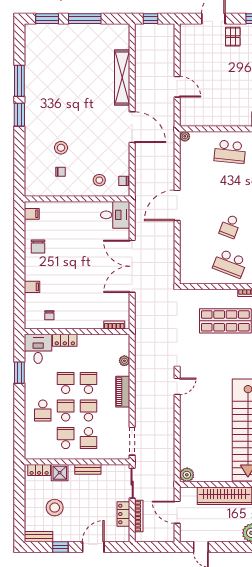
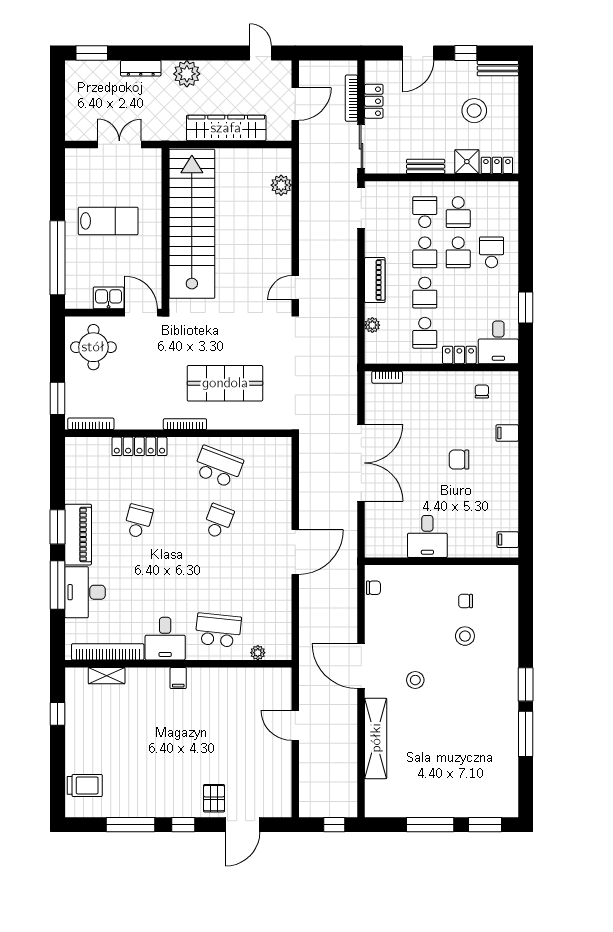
plant: (185, 136) -> (258, 653), moved
stool: (99, 180) -> (415, 680), moved
desk: (115, 215) -> (427, 536), moved, turned -90
chair: (38, 246) -> (459, 460), moved, turned -90
school desk: (66, 383) -> (425, 333), moved
plant: (187, 475) -> (281, 185), moved
door: (177, 512) -> (295, 104), hinge flipped

